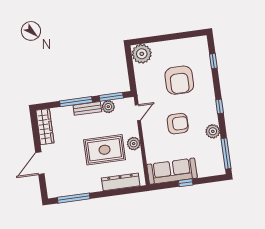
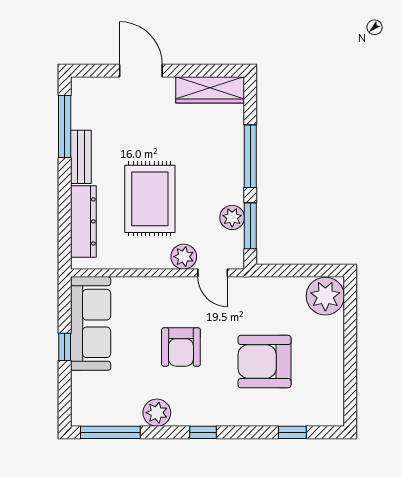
bench: (87, 108) -> (81, 157), moved
plant: (134, 144) -> (184, 257), moved

